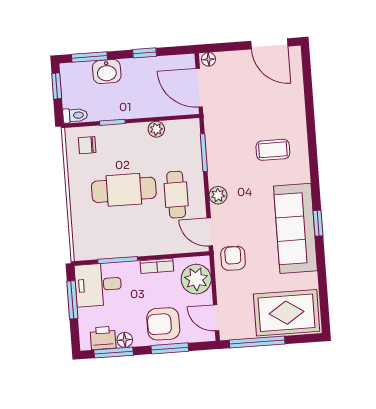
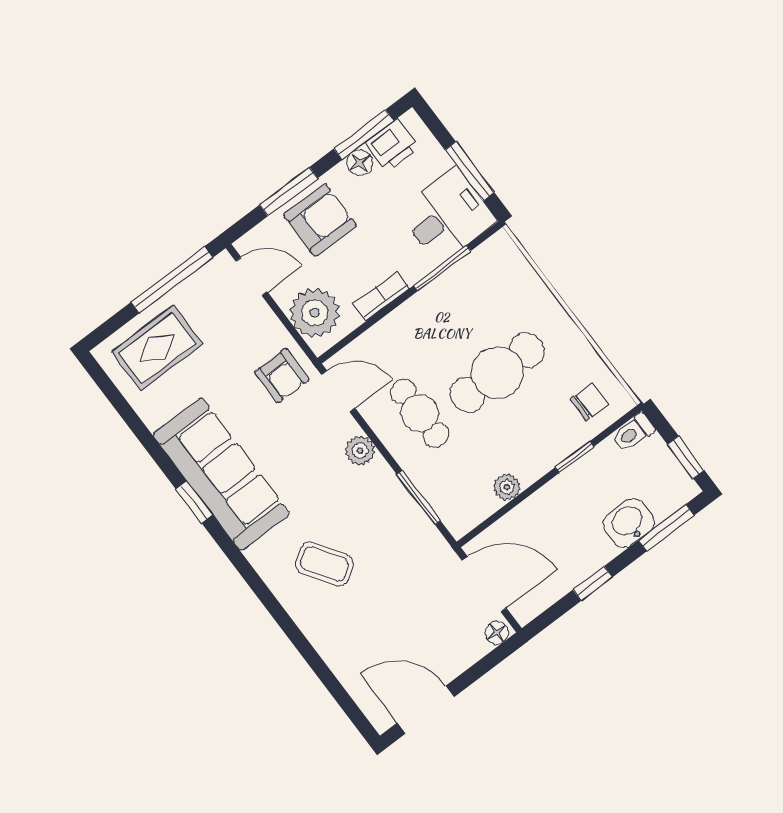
coffee table: (273, 150) -> (324, 564), turned 57
rug: (287, 313) -> (157, 348), width x0.73, depth x0.70

